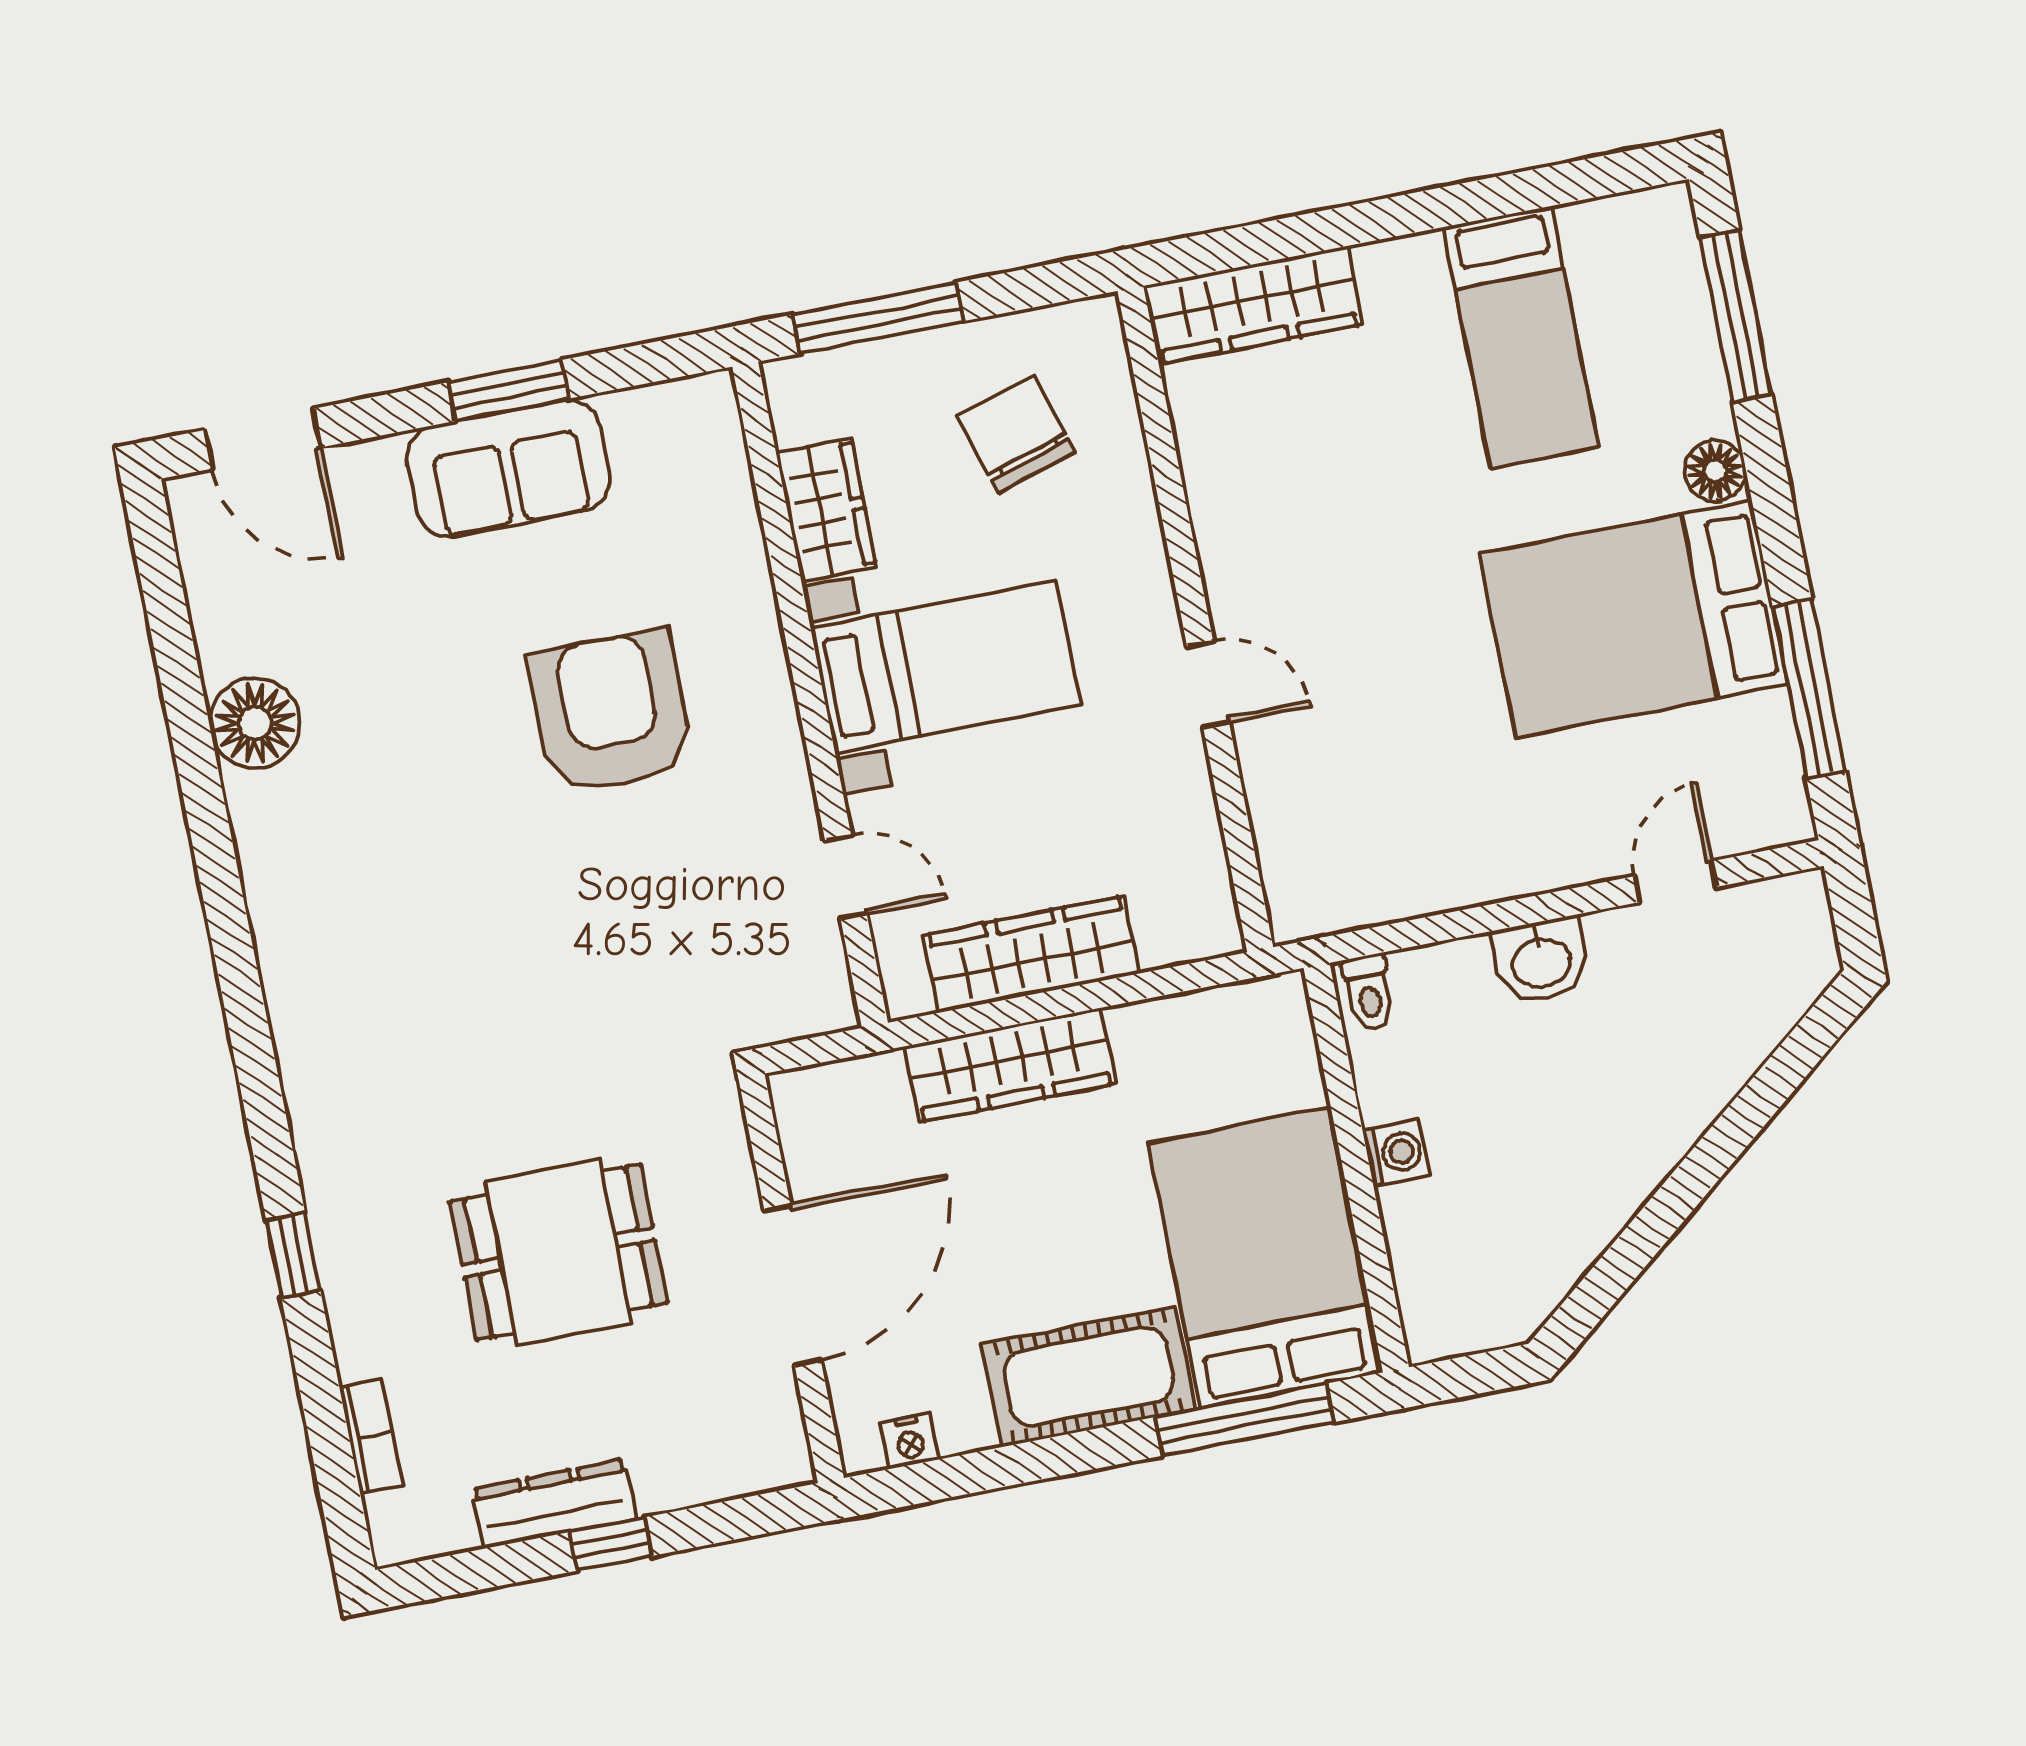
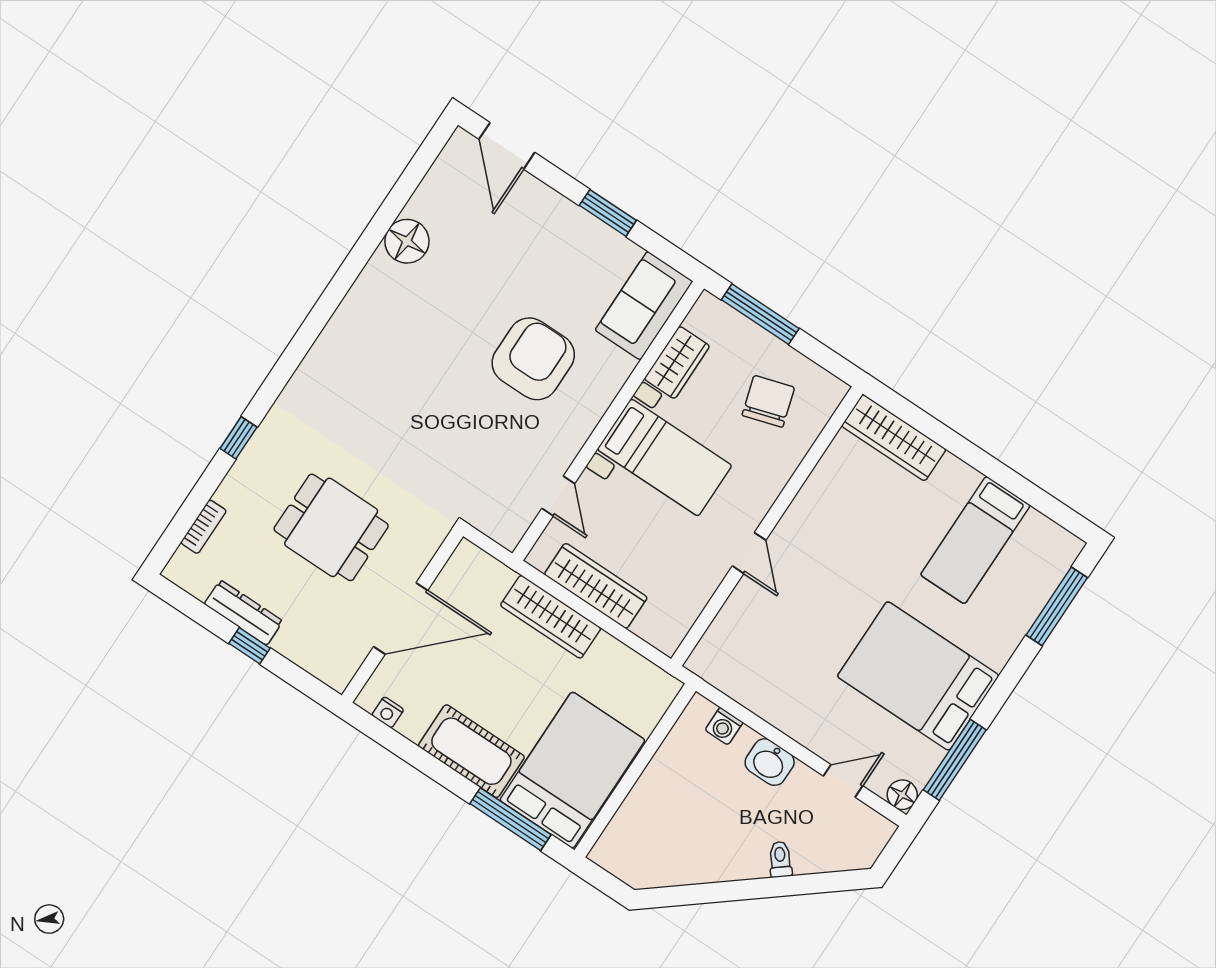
sofa: (508, 468) -> (644, 306), moved, turned 90
floor lamp: (1715, 471) -> (902, 795), moved
toilet: (1369, 992) -> (780, 859), moved, turned 141
washing machine: (1396, 1153) -> (724, 726), moved, turned 90

